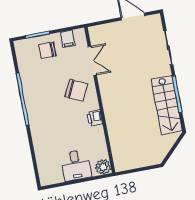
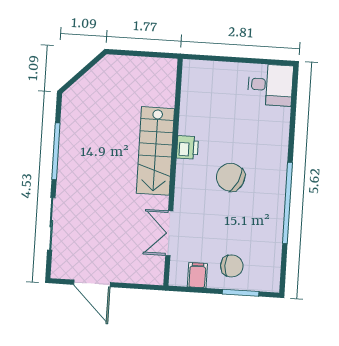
chair: (76, 90) -> (231, 177), moved
stairs: (167, 105) -> (155, 151), moved, turned 180
desk: (76, 165) -> (270, 85), moved, turned 90
plant: (103, 167) -> (194, 72), removed

